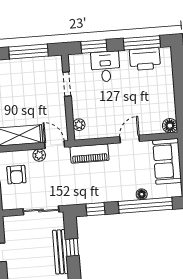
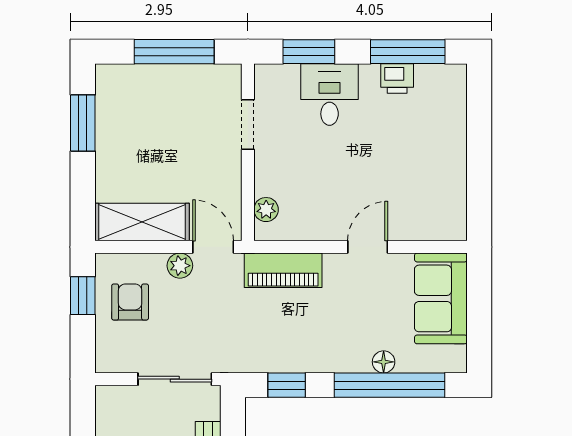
printer: (145, 59) -> (397, 79), width x0.53, depth x0.68
floor lamp: (170, 126) -> (452, 226), removed
armchair: (16, 175) -> (130, 302), turned 180

